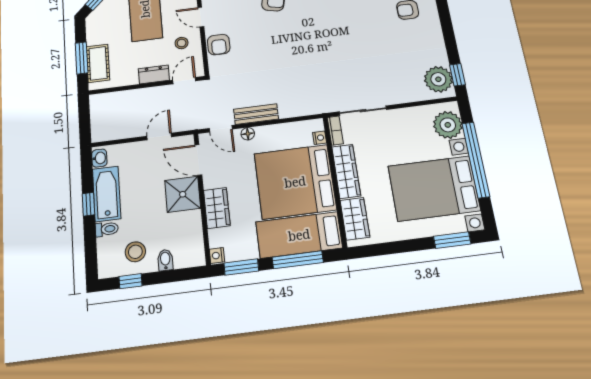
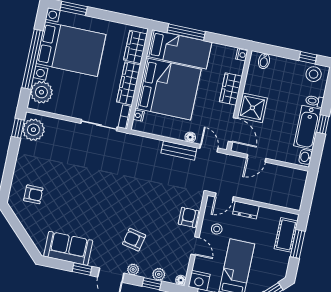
stool: (135, 252) -> (314, 74), moved
bidet: (165, 260) -> (264, 61), moved
window: (241, 267) -> (227, 41), removed

